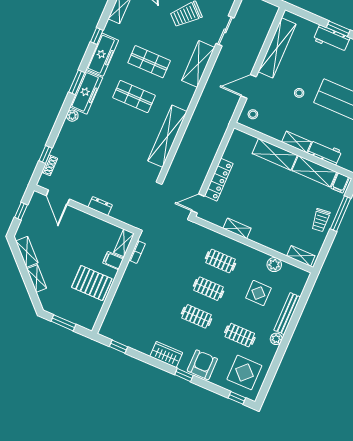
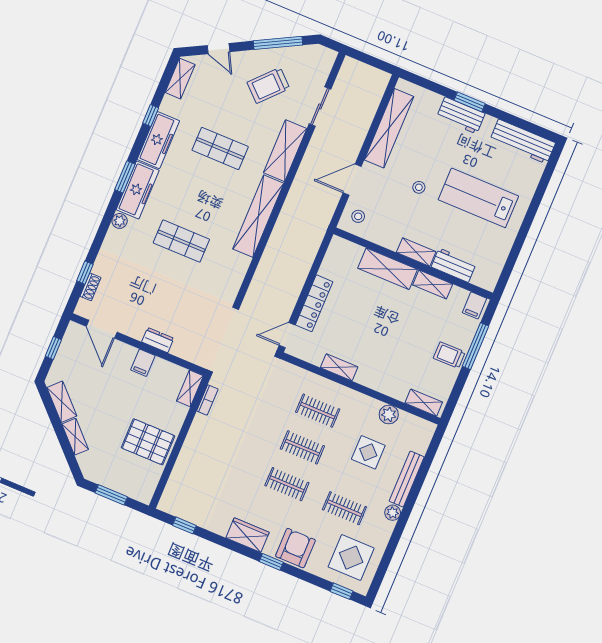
shop shelf: (134, 97) -> (181, 241), moved
shelving: (167, 136) -> (258, 216), moved
shelving: (314, 171) -> (433, 285), width x0.67, depth x0.75
trolley: (321, 220) -> (449, 355), turned 96
filing cabinet: (113, 261) -> (143, 363), moved, turned -90

